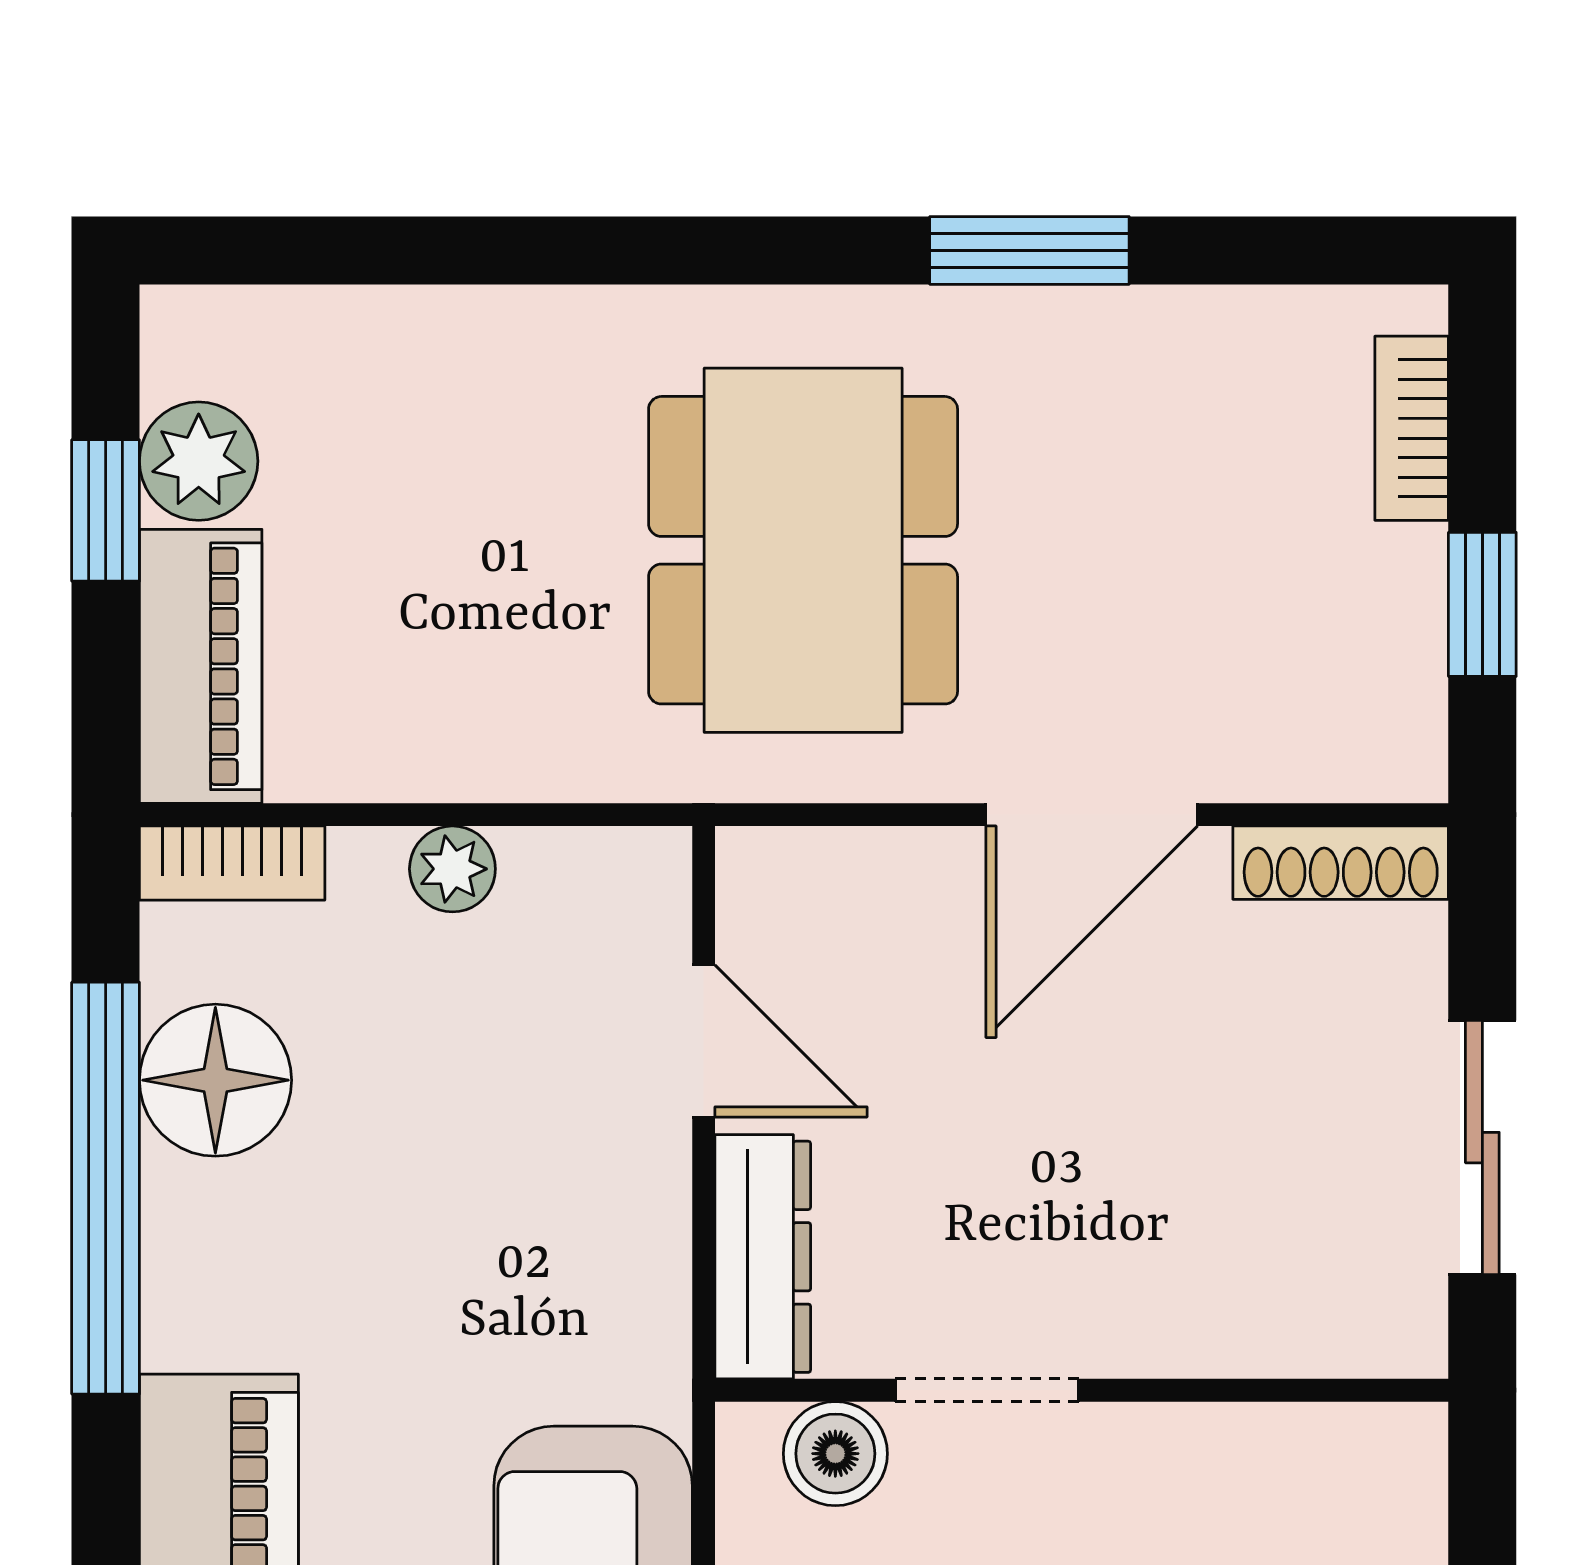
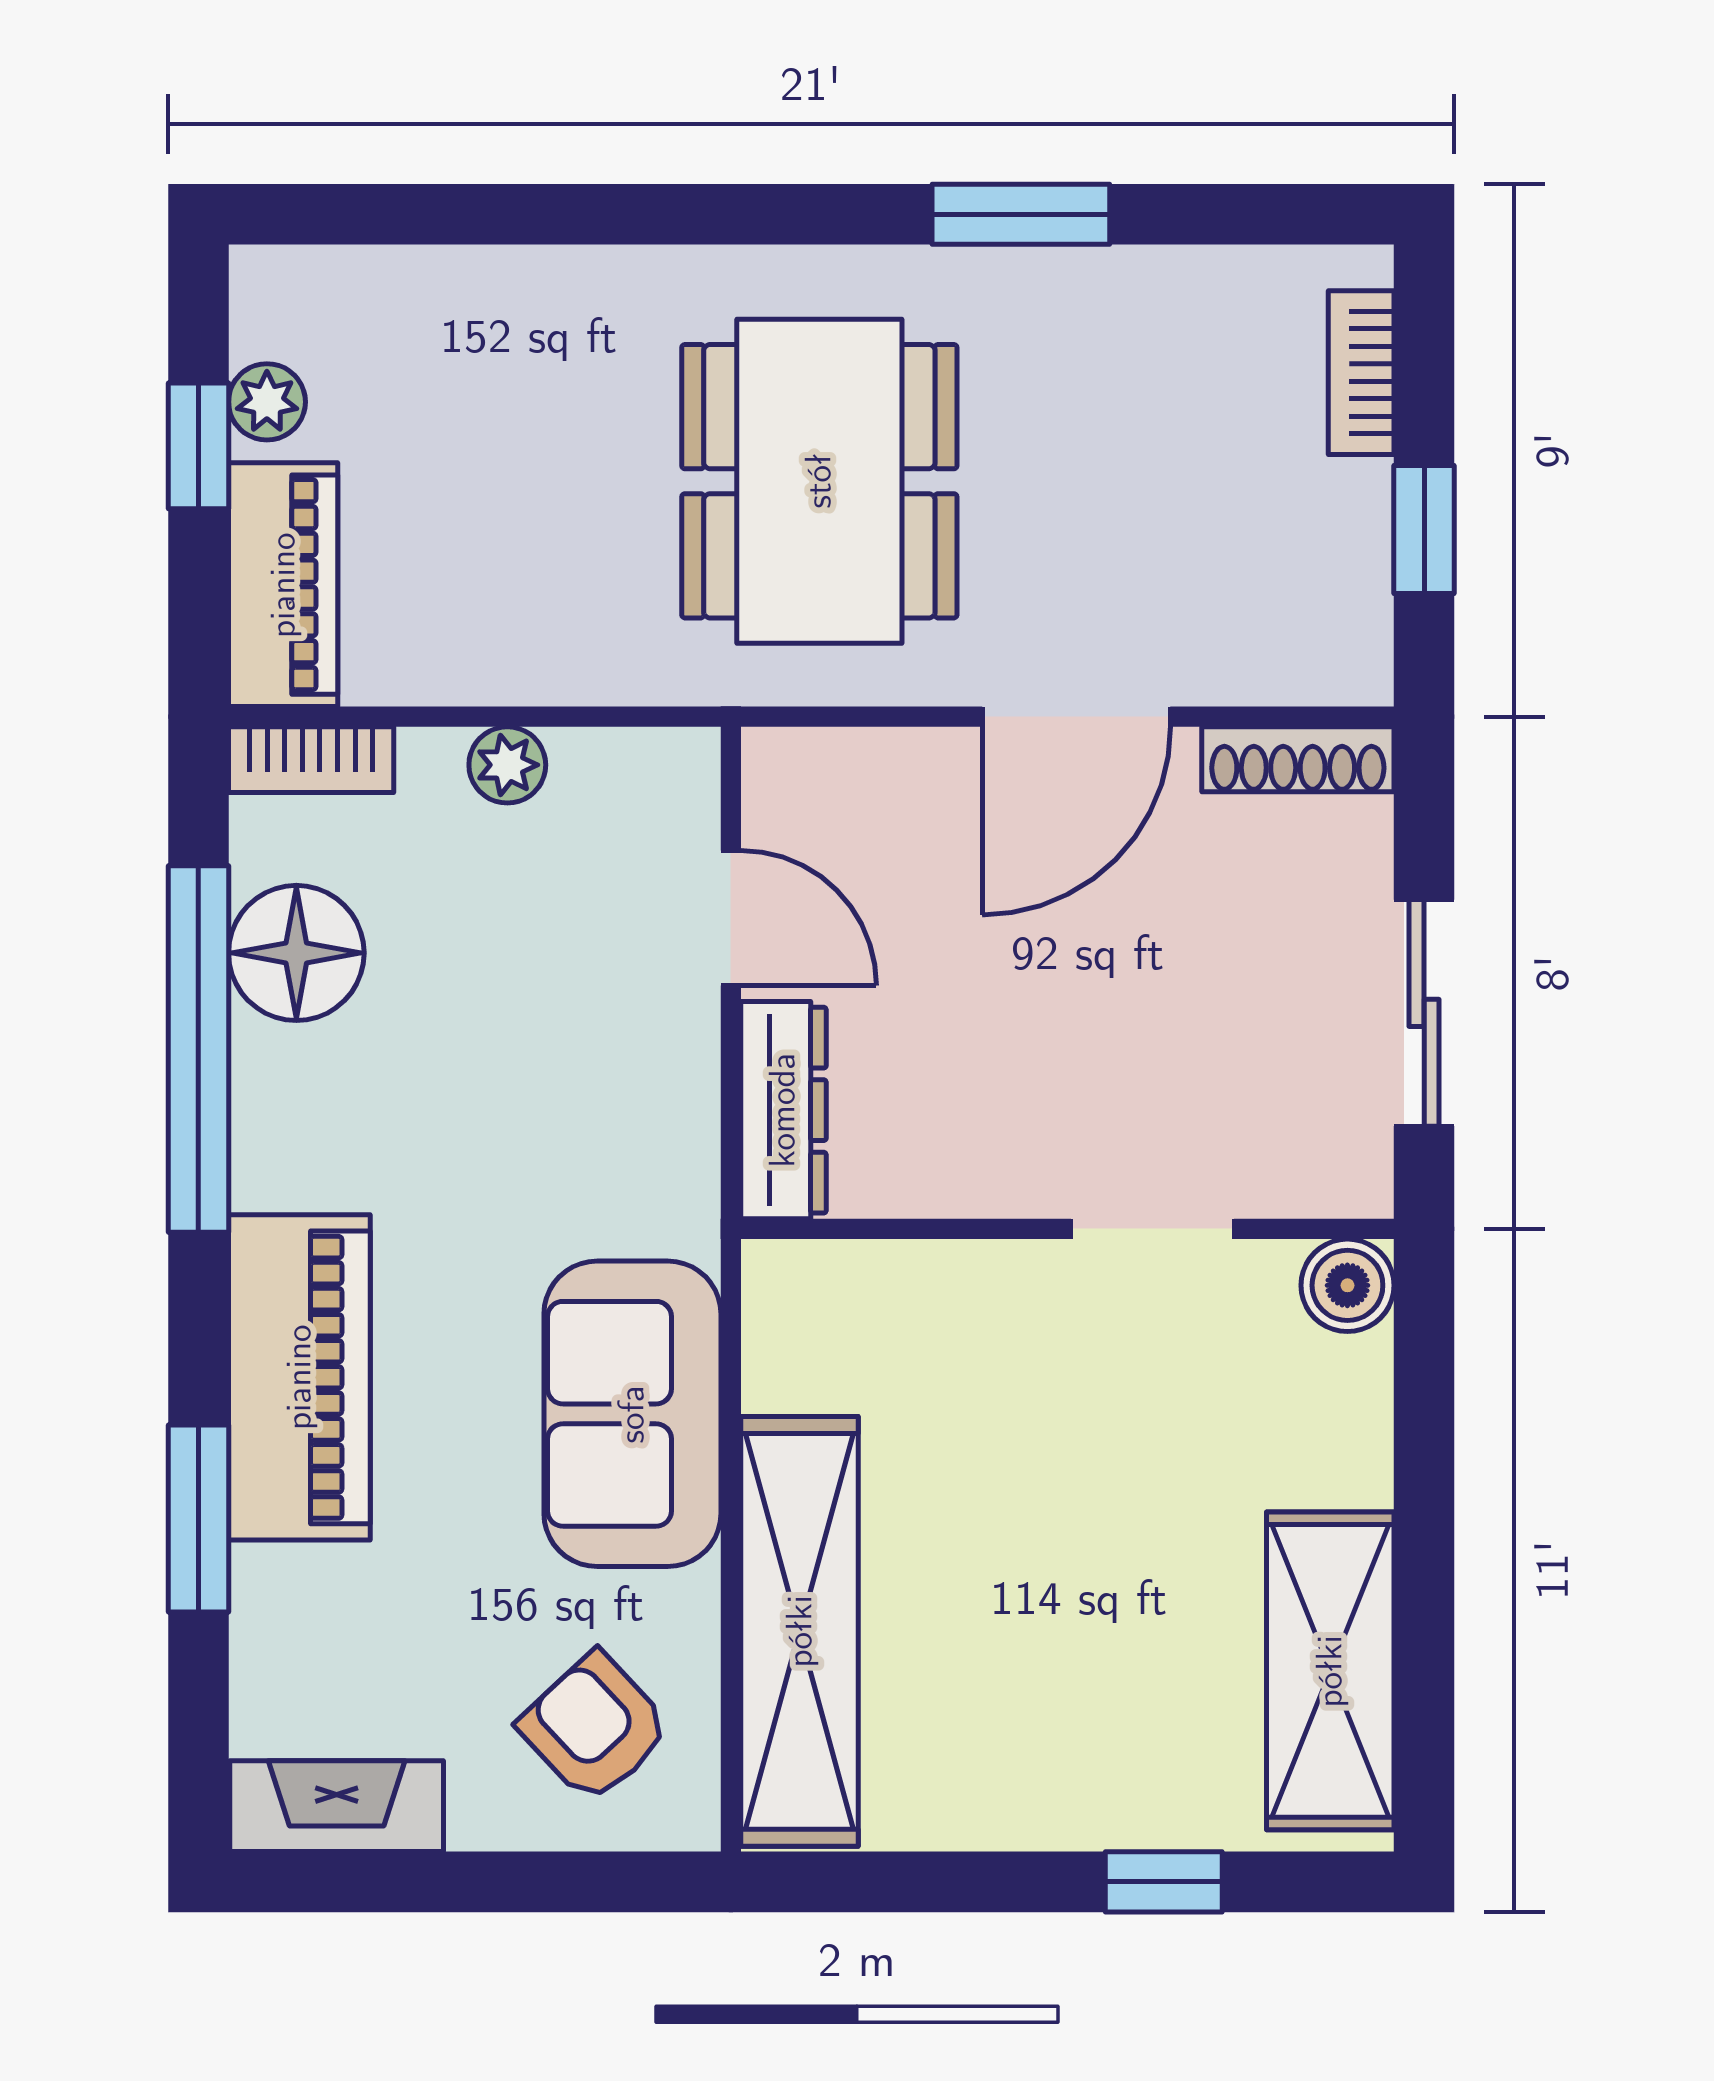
plant: (199, 461) -> (267, 402), width x0.73, depth x0.73
doorway: (987, 1390) -> (1152, 1229), moved
boiler: (835, 1454) -> (1347, 1285), moved

